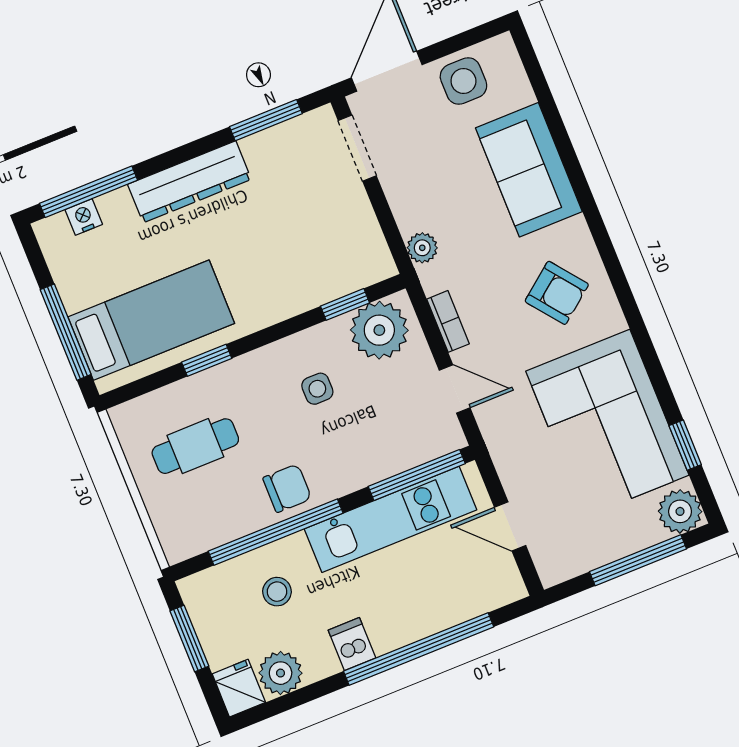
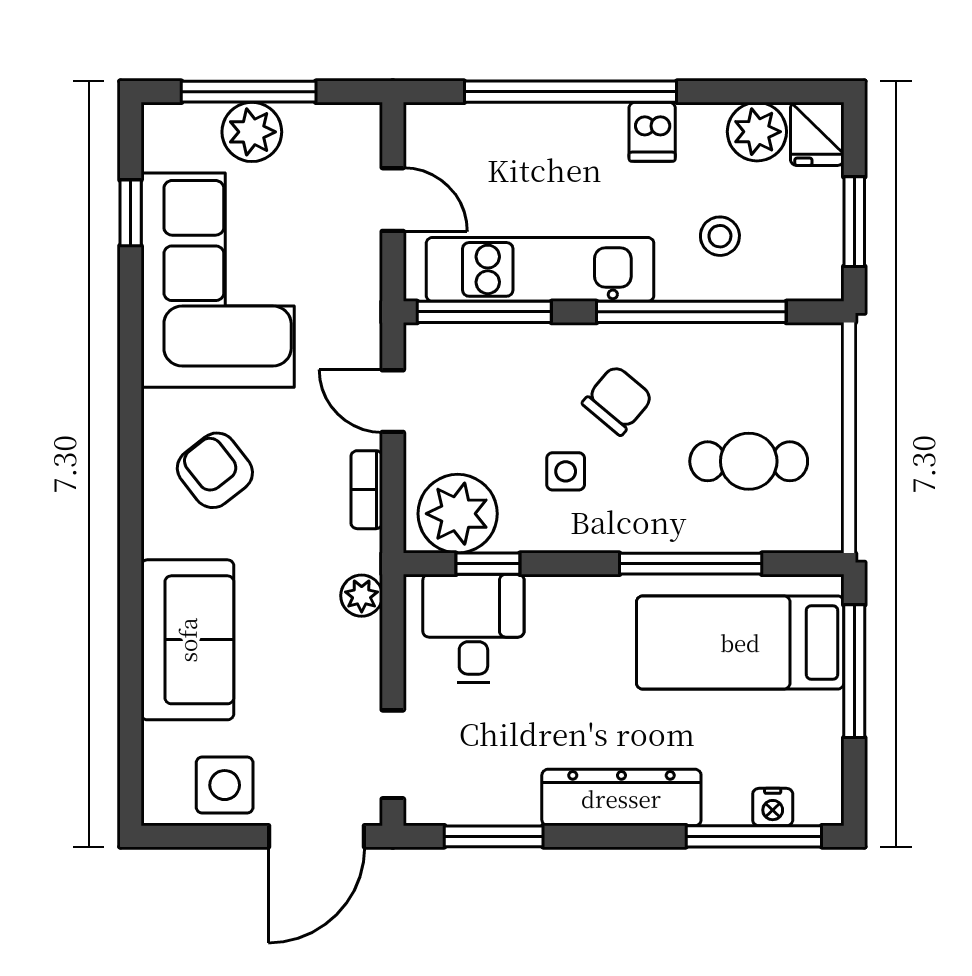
desk: (337, 256) -> (473, 629), added
window: (207, 360) -> (691, 564), width x2.17
chair: (287, 488) -> (618, 400), moved, turned 130
plant: (680, 511) -> (252, 132), moved

